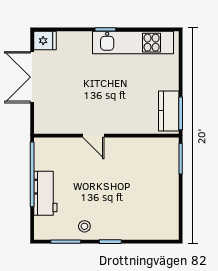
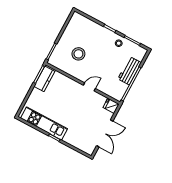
fridge: (45, 41) -> (111, 106), moved
door: (93, 136) -> (89, 87), hinge flipped
stool: (137, 177) -> (78, 54), added

